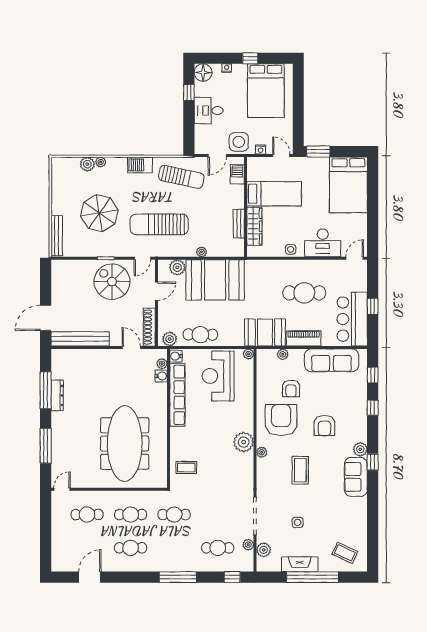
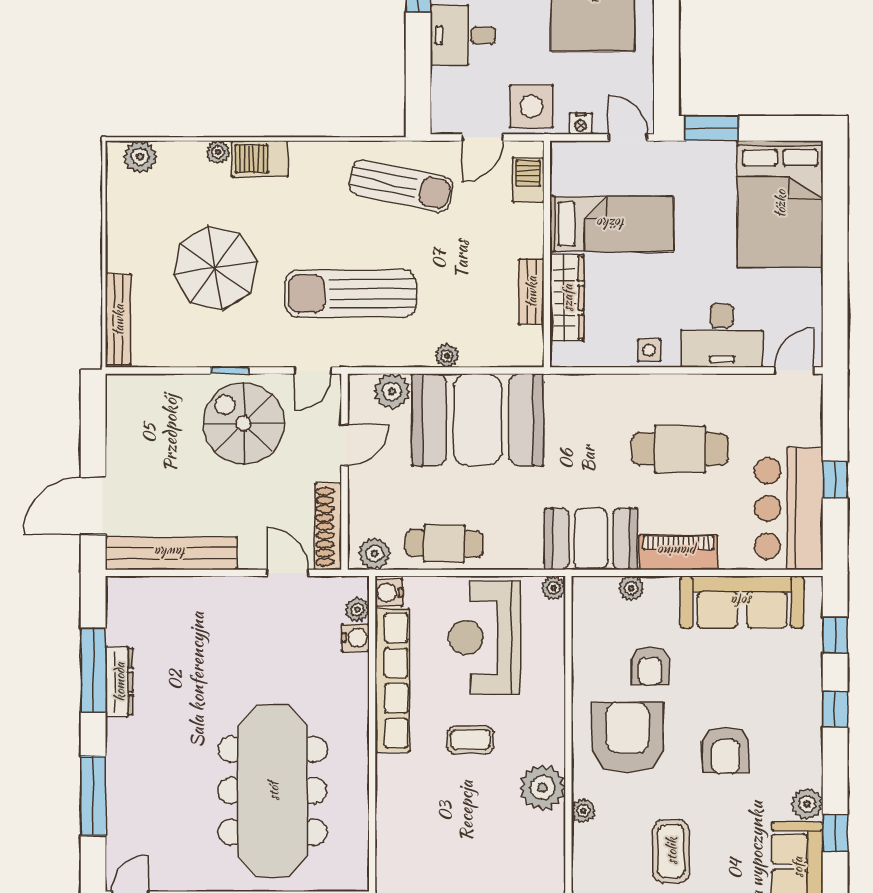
plant: (87, 164) -> (140, 157), moved
barbecue: (140, 165) -> (260, 159), moved
coffee table: (186, 467) -> (470, 740), moved

